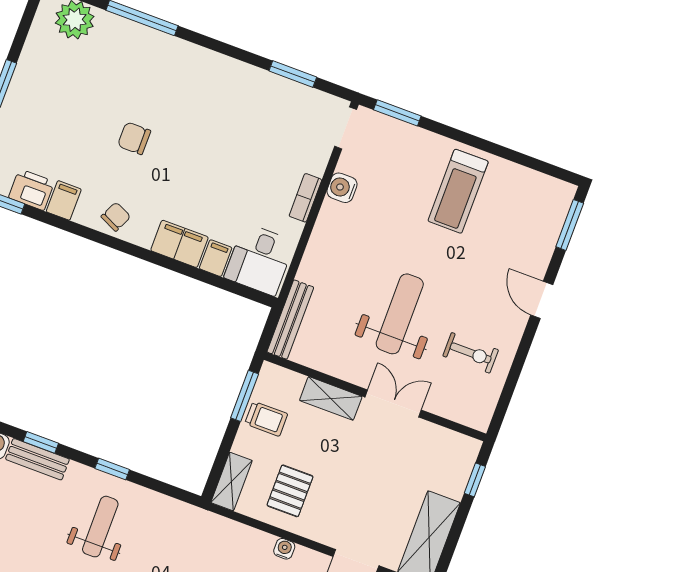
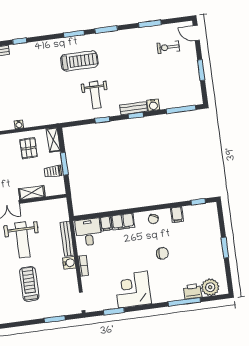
corner desk: (232, 97) -> (133, 290), added
window: (397, 113) -> (55, 319), moved
water cooler: (342, 188) -> (69, 263), moved
printer: (32, 190) -> (192, 291), moved, turned 180
treadmill: (458, 191) -> (29, 284), moved
bench: (290, 320) -> (67, 239), moved
window: (245, 396) -> (64, 164), moved

